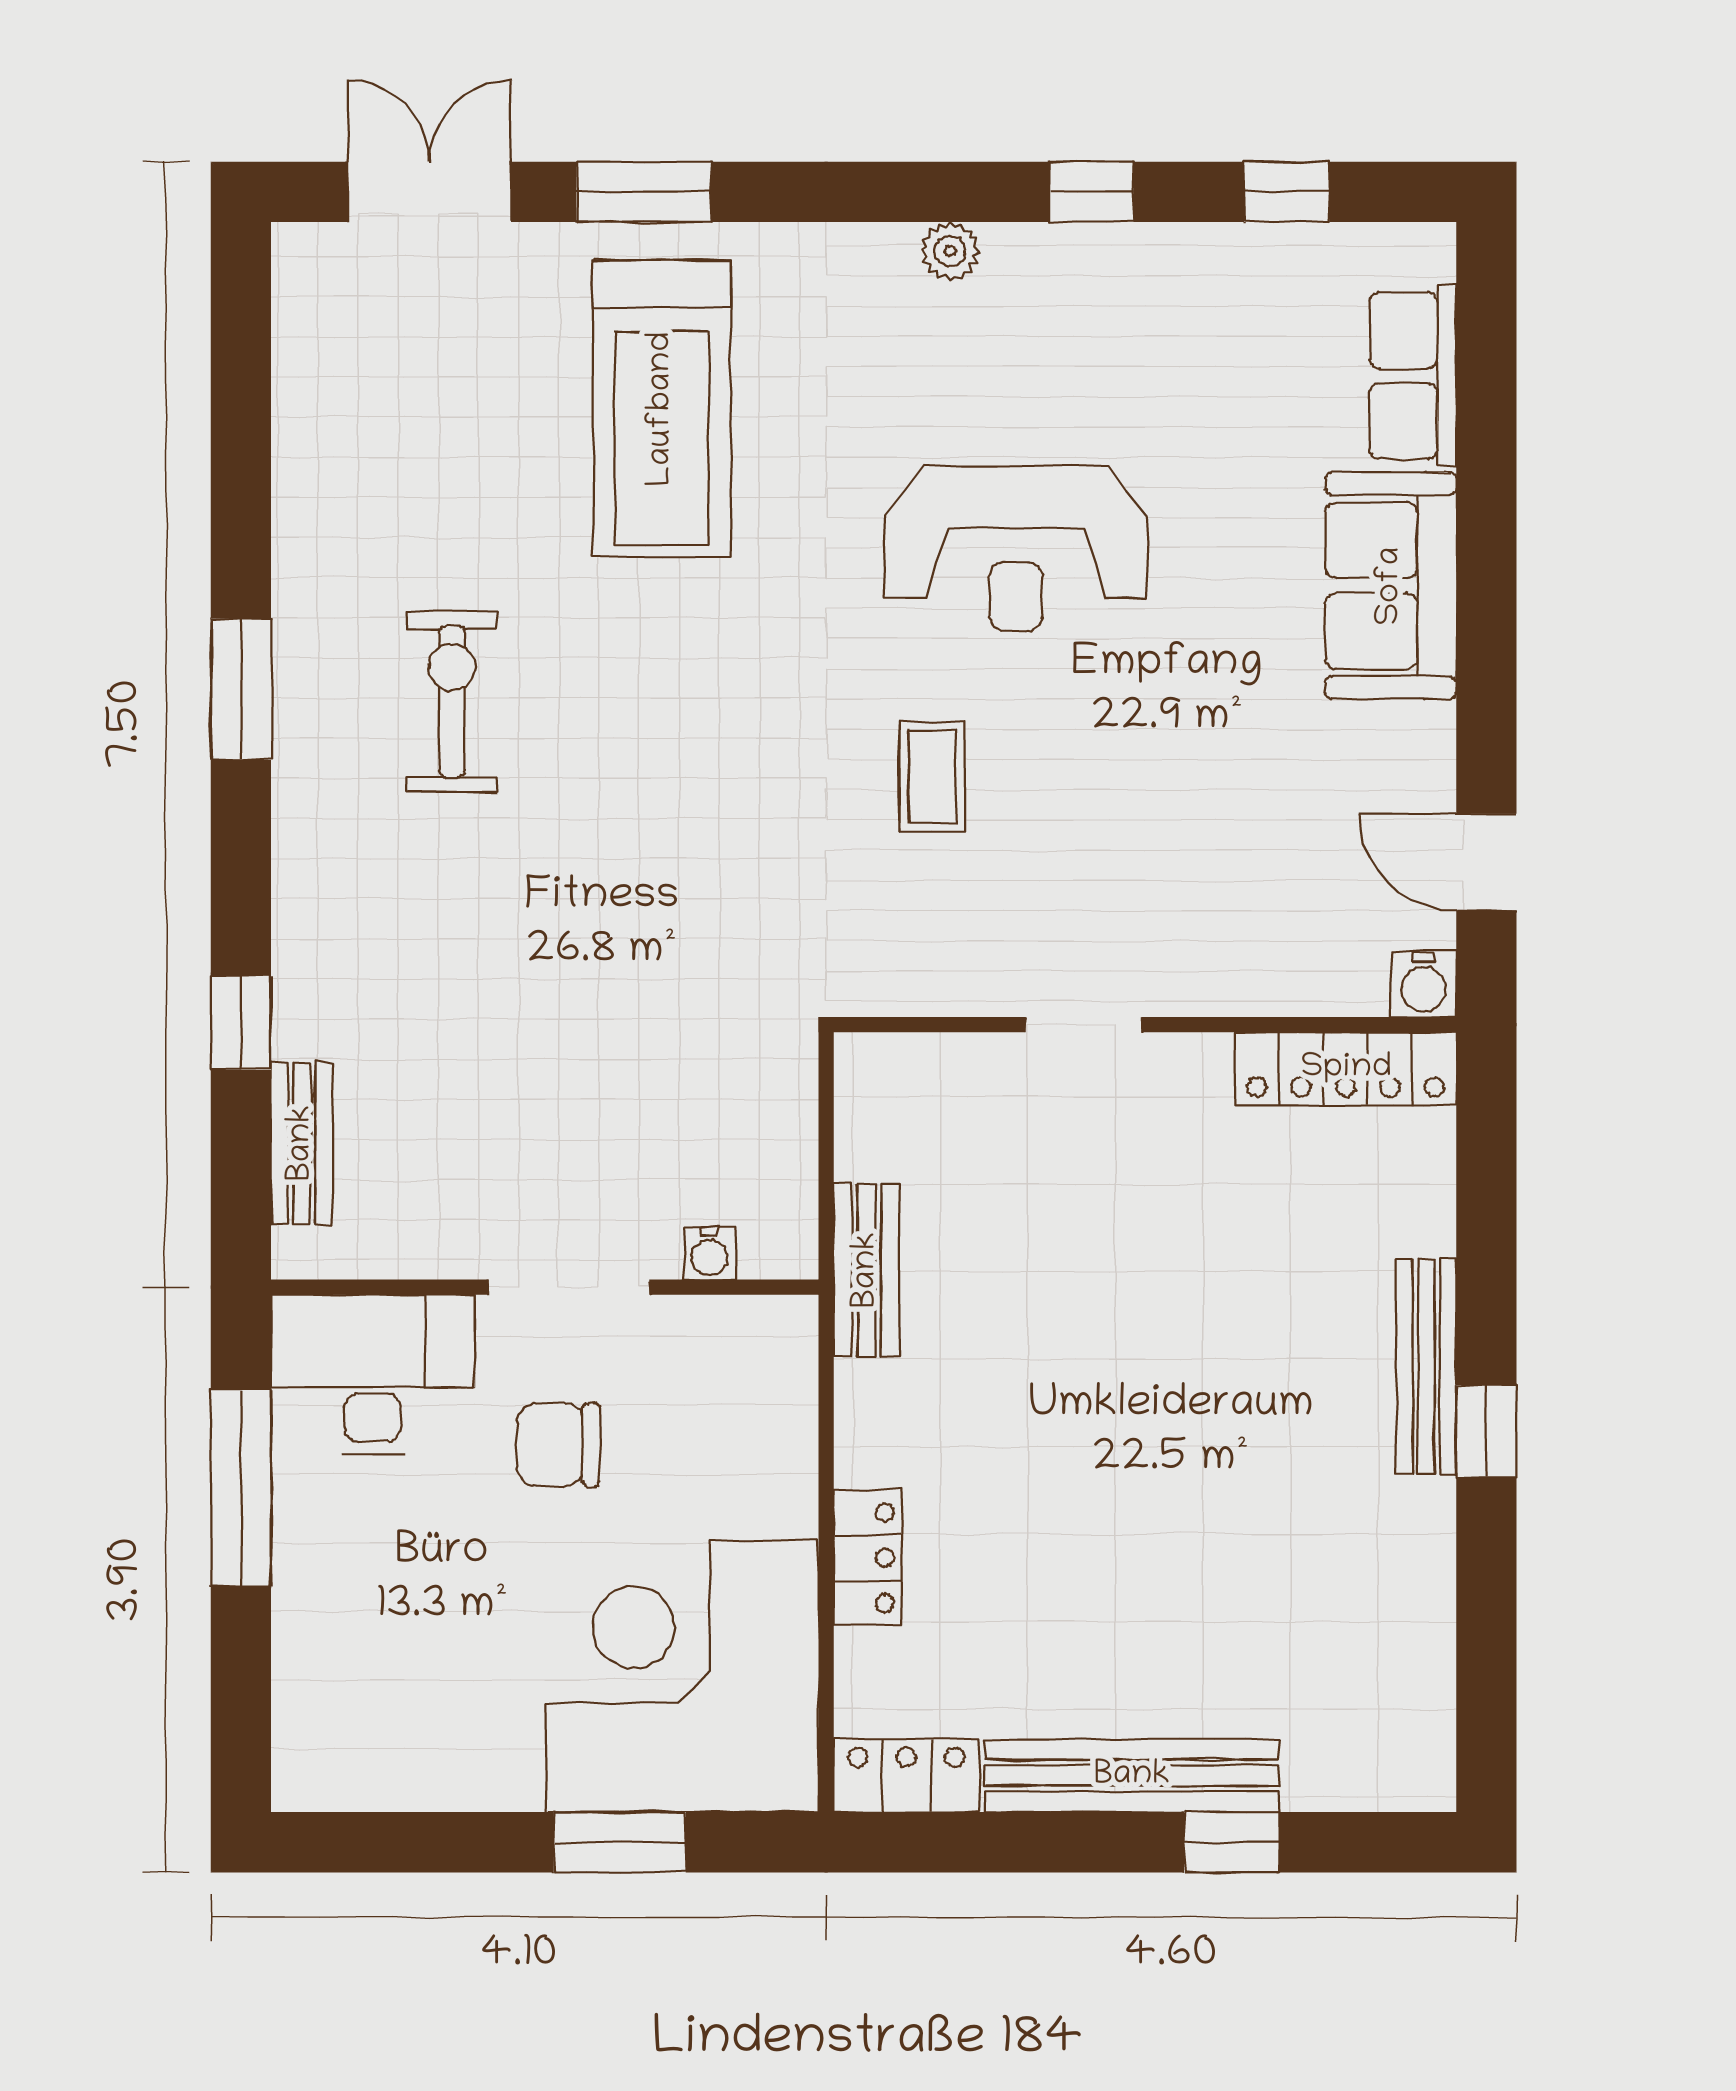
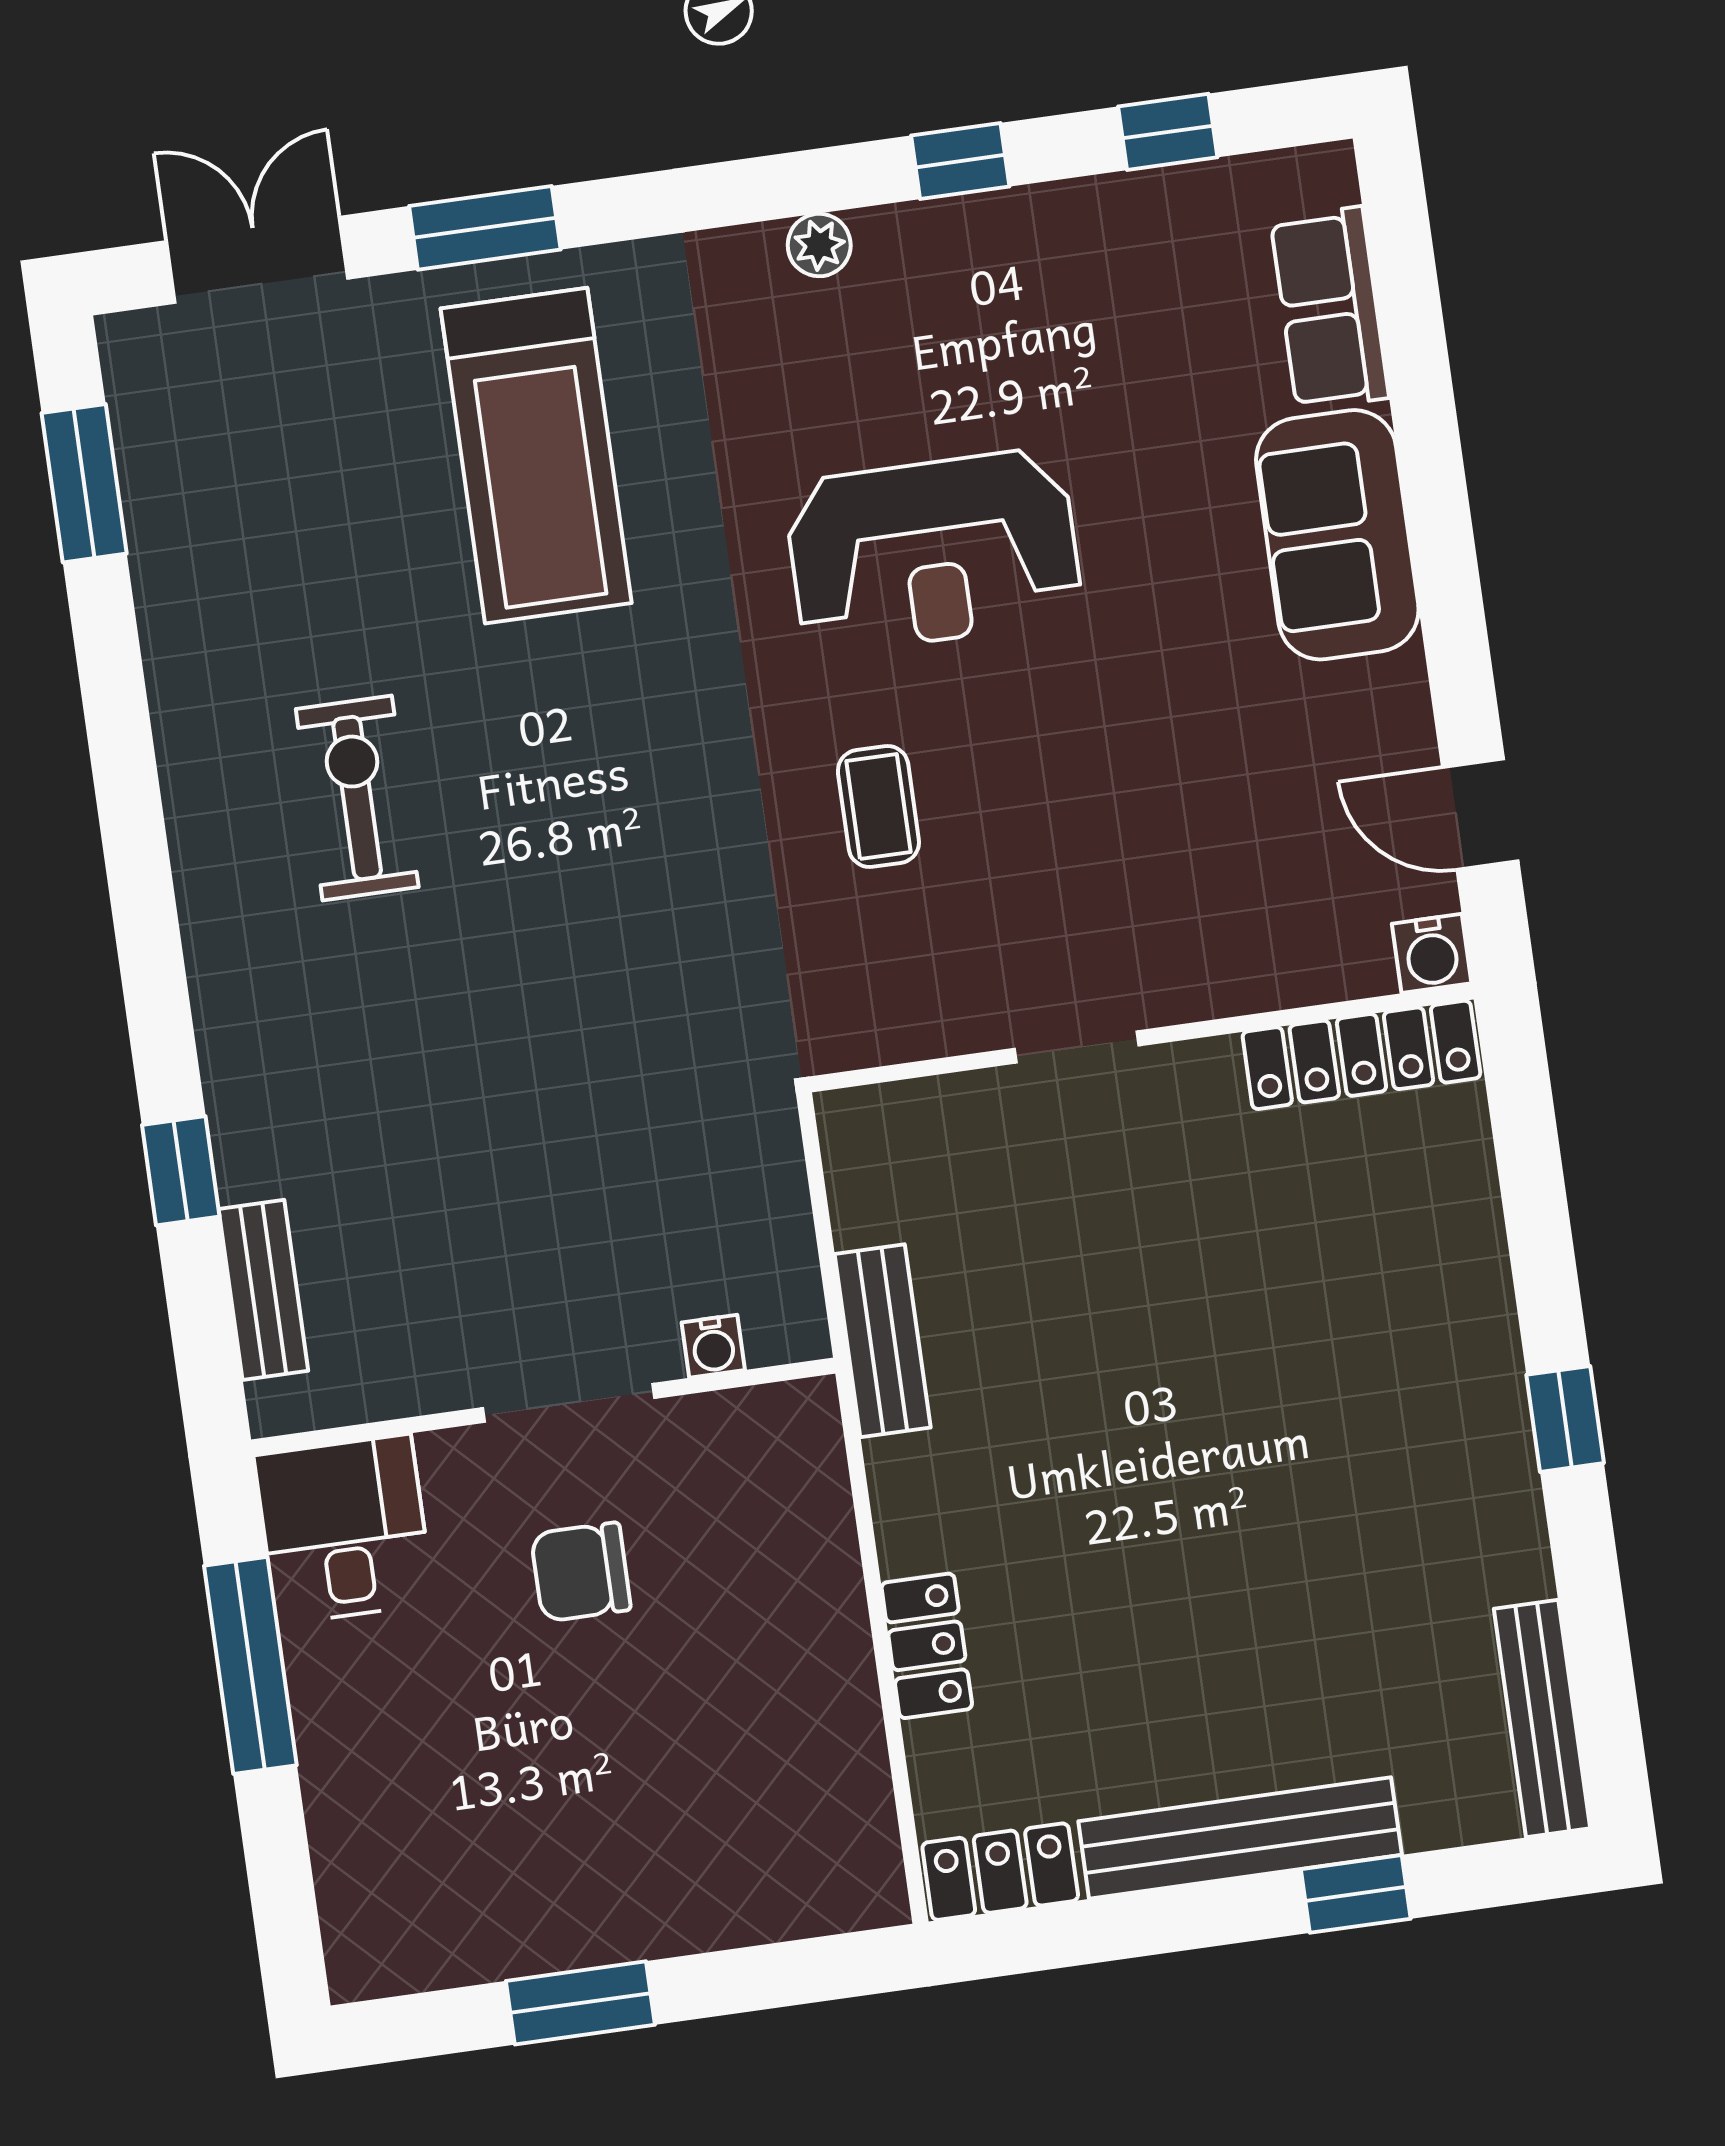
window: (241, 689) -> (84, 483), moved
bench: (1426, 1366) -> (1542, 1719), moved
desk: (373, 1374) -> (344, 1529), width x0.73
corner desk: (682, 1676) -> (748, 1799), removed
window: (620, 1842) -> (580, 2003), moved

